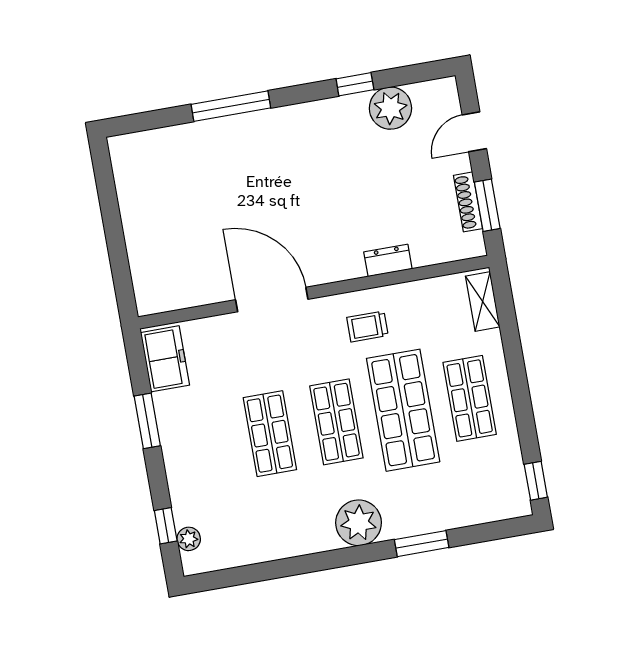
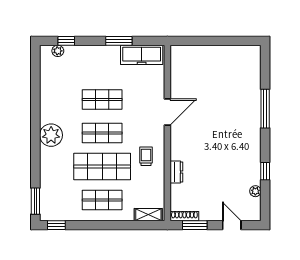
plant: (390, 108) -> (255, 191), width x0.53, depth x0.53
shoe rack: (468, 202) -> (184, 216), moved
door: (272, 300) -> (167, 112), width x0.73
freezer: (165, 359) -> (142, 55), width x1.40
window: (422, 544) -> (35, 201), moved

